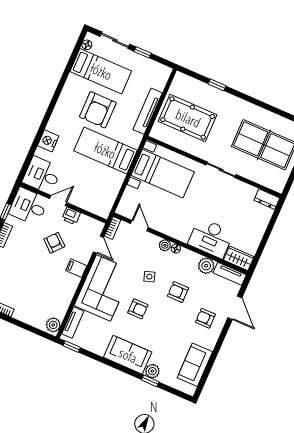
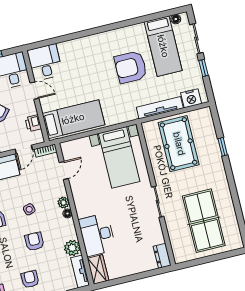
nightstand: (48, 141) -> (191, 98), moved, turned 180
bed: (105, 150) -> (73, 119), moved, turned 90
printer: (71, 216) -> (33, 123), moved

